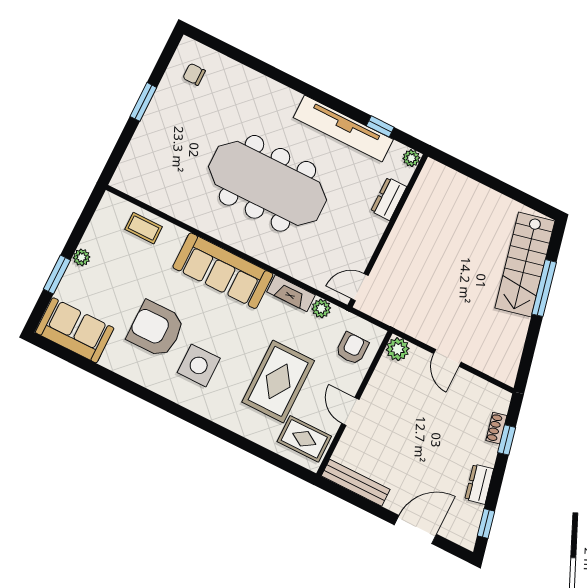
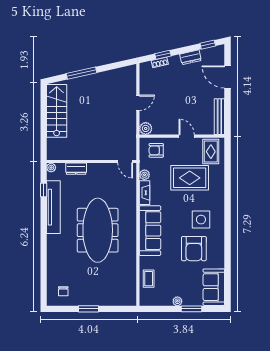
stairs: (525, 265) -> (57, 111), moved, turned -77
door: (350, 411) -> (187, 136), swing flipped

